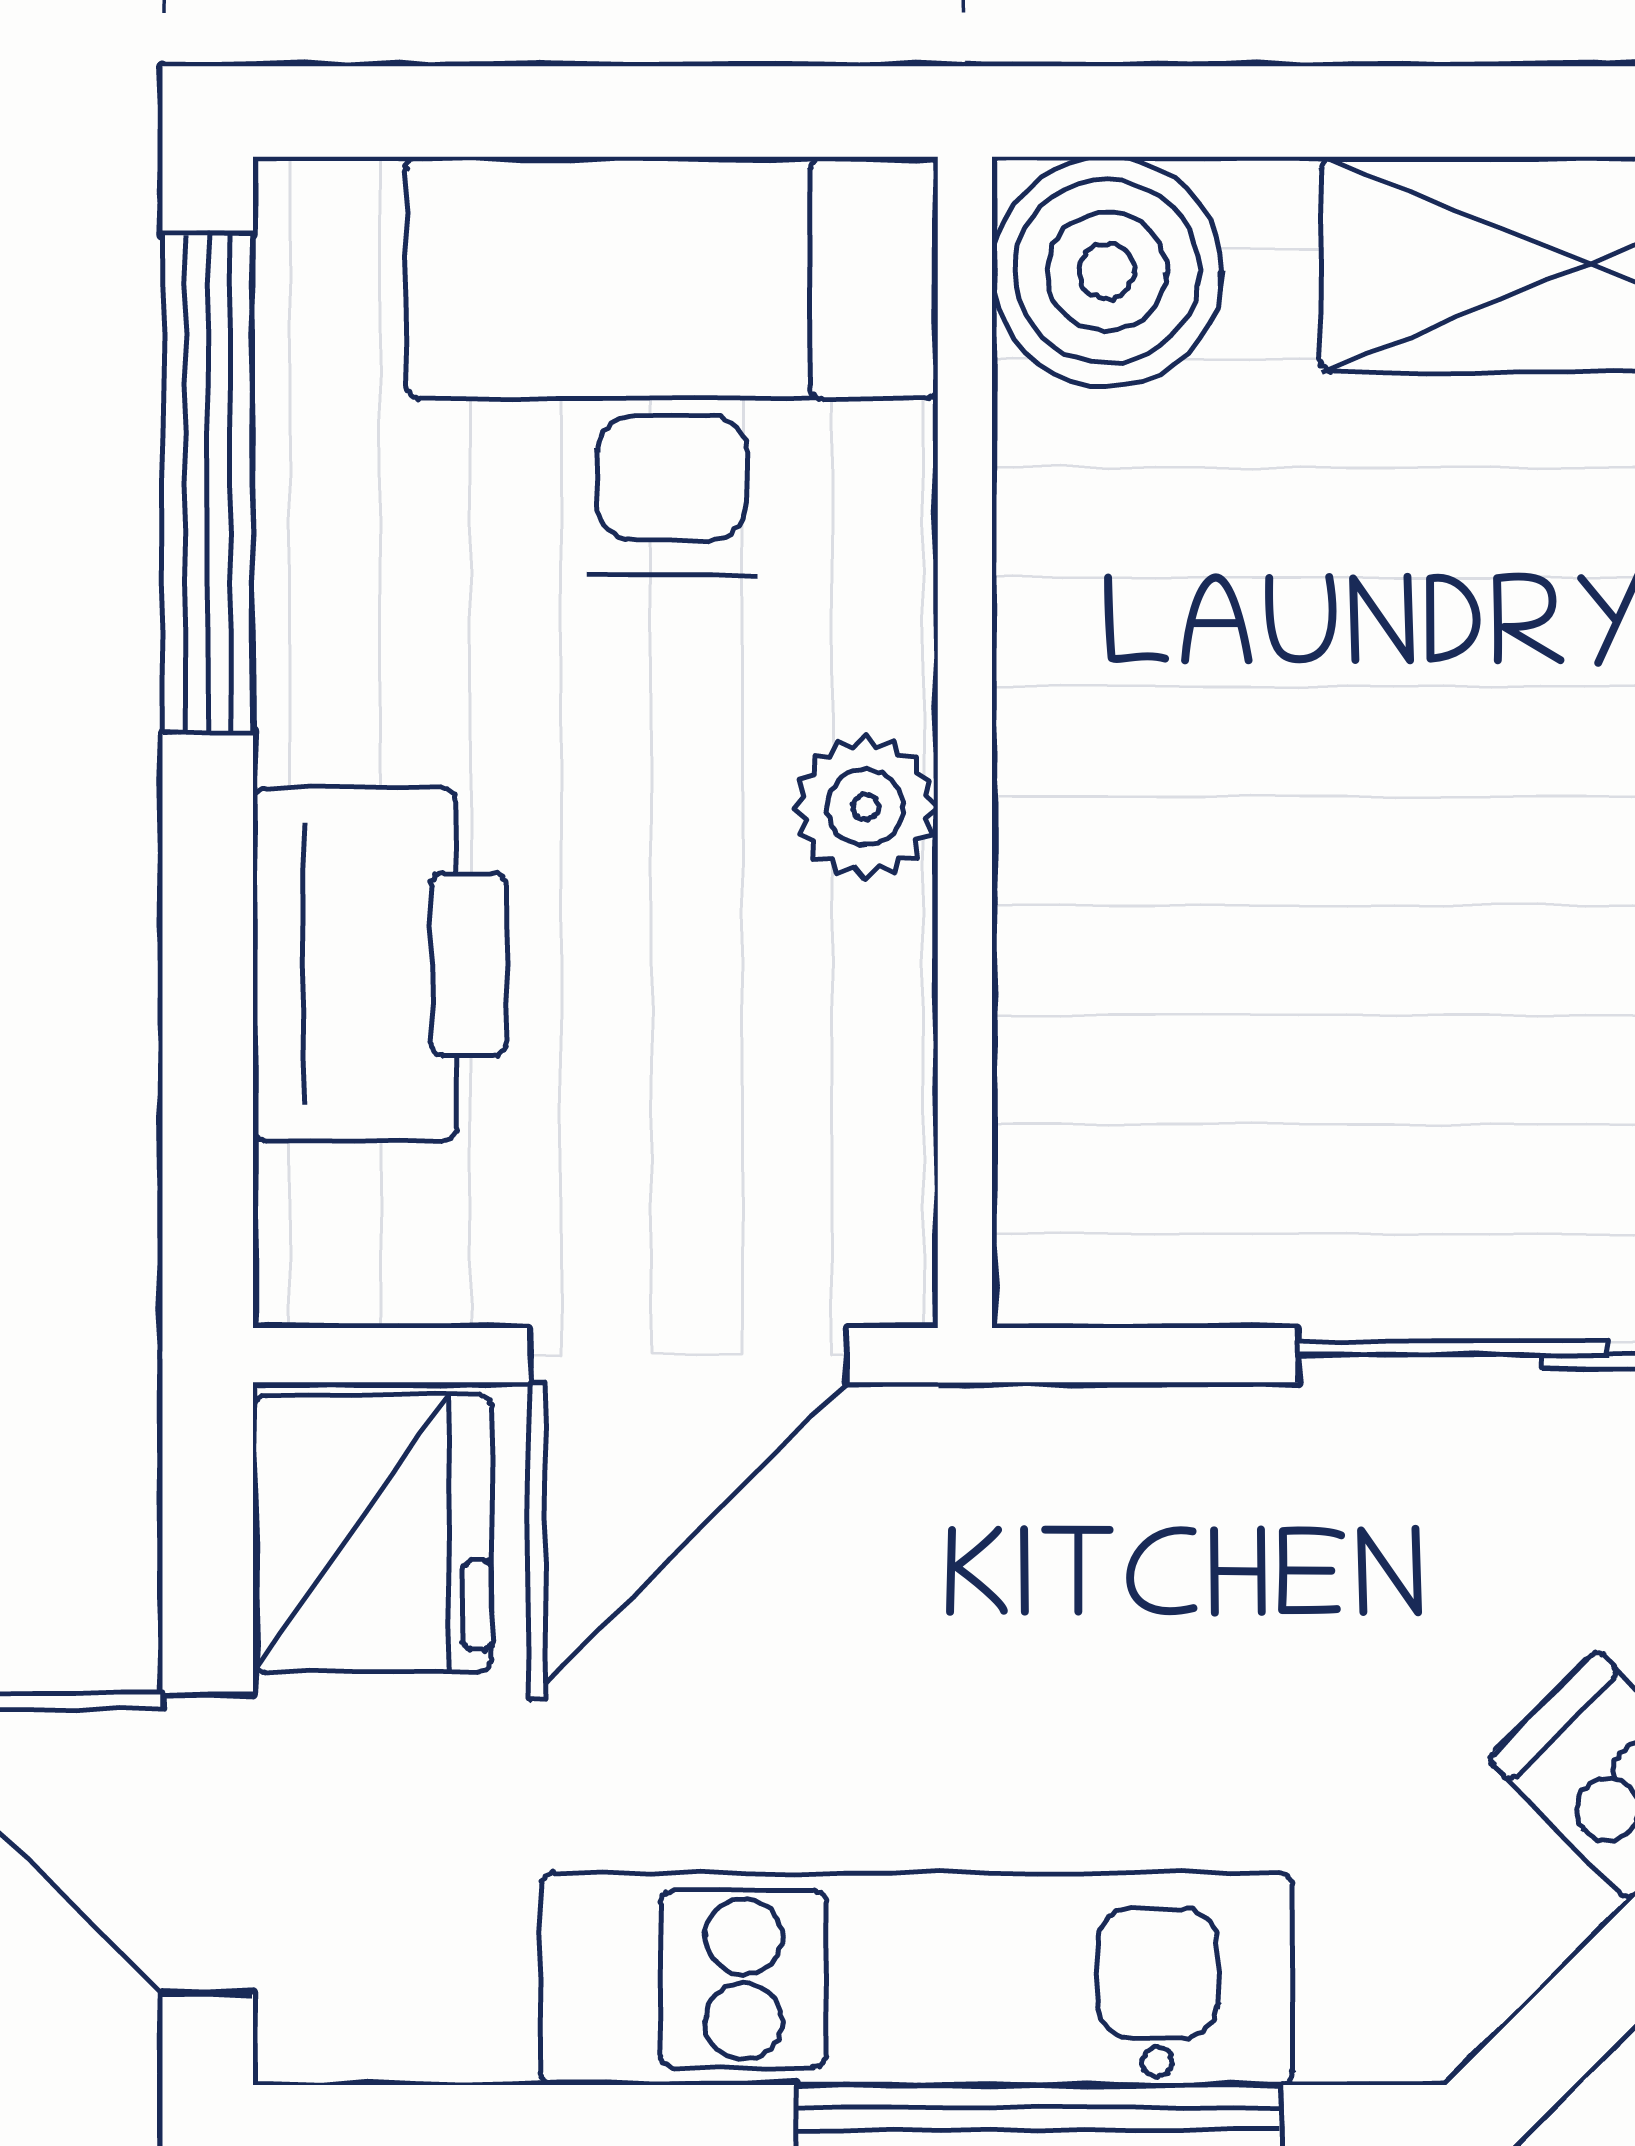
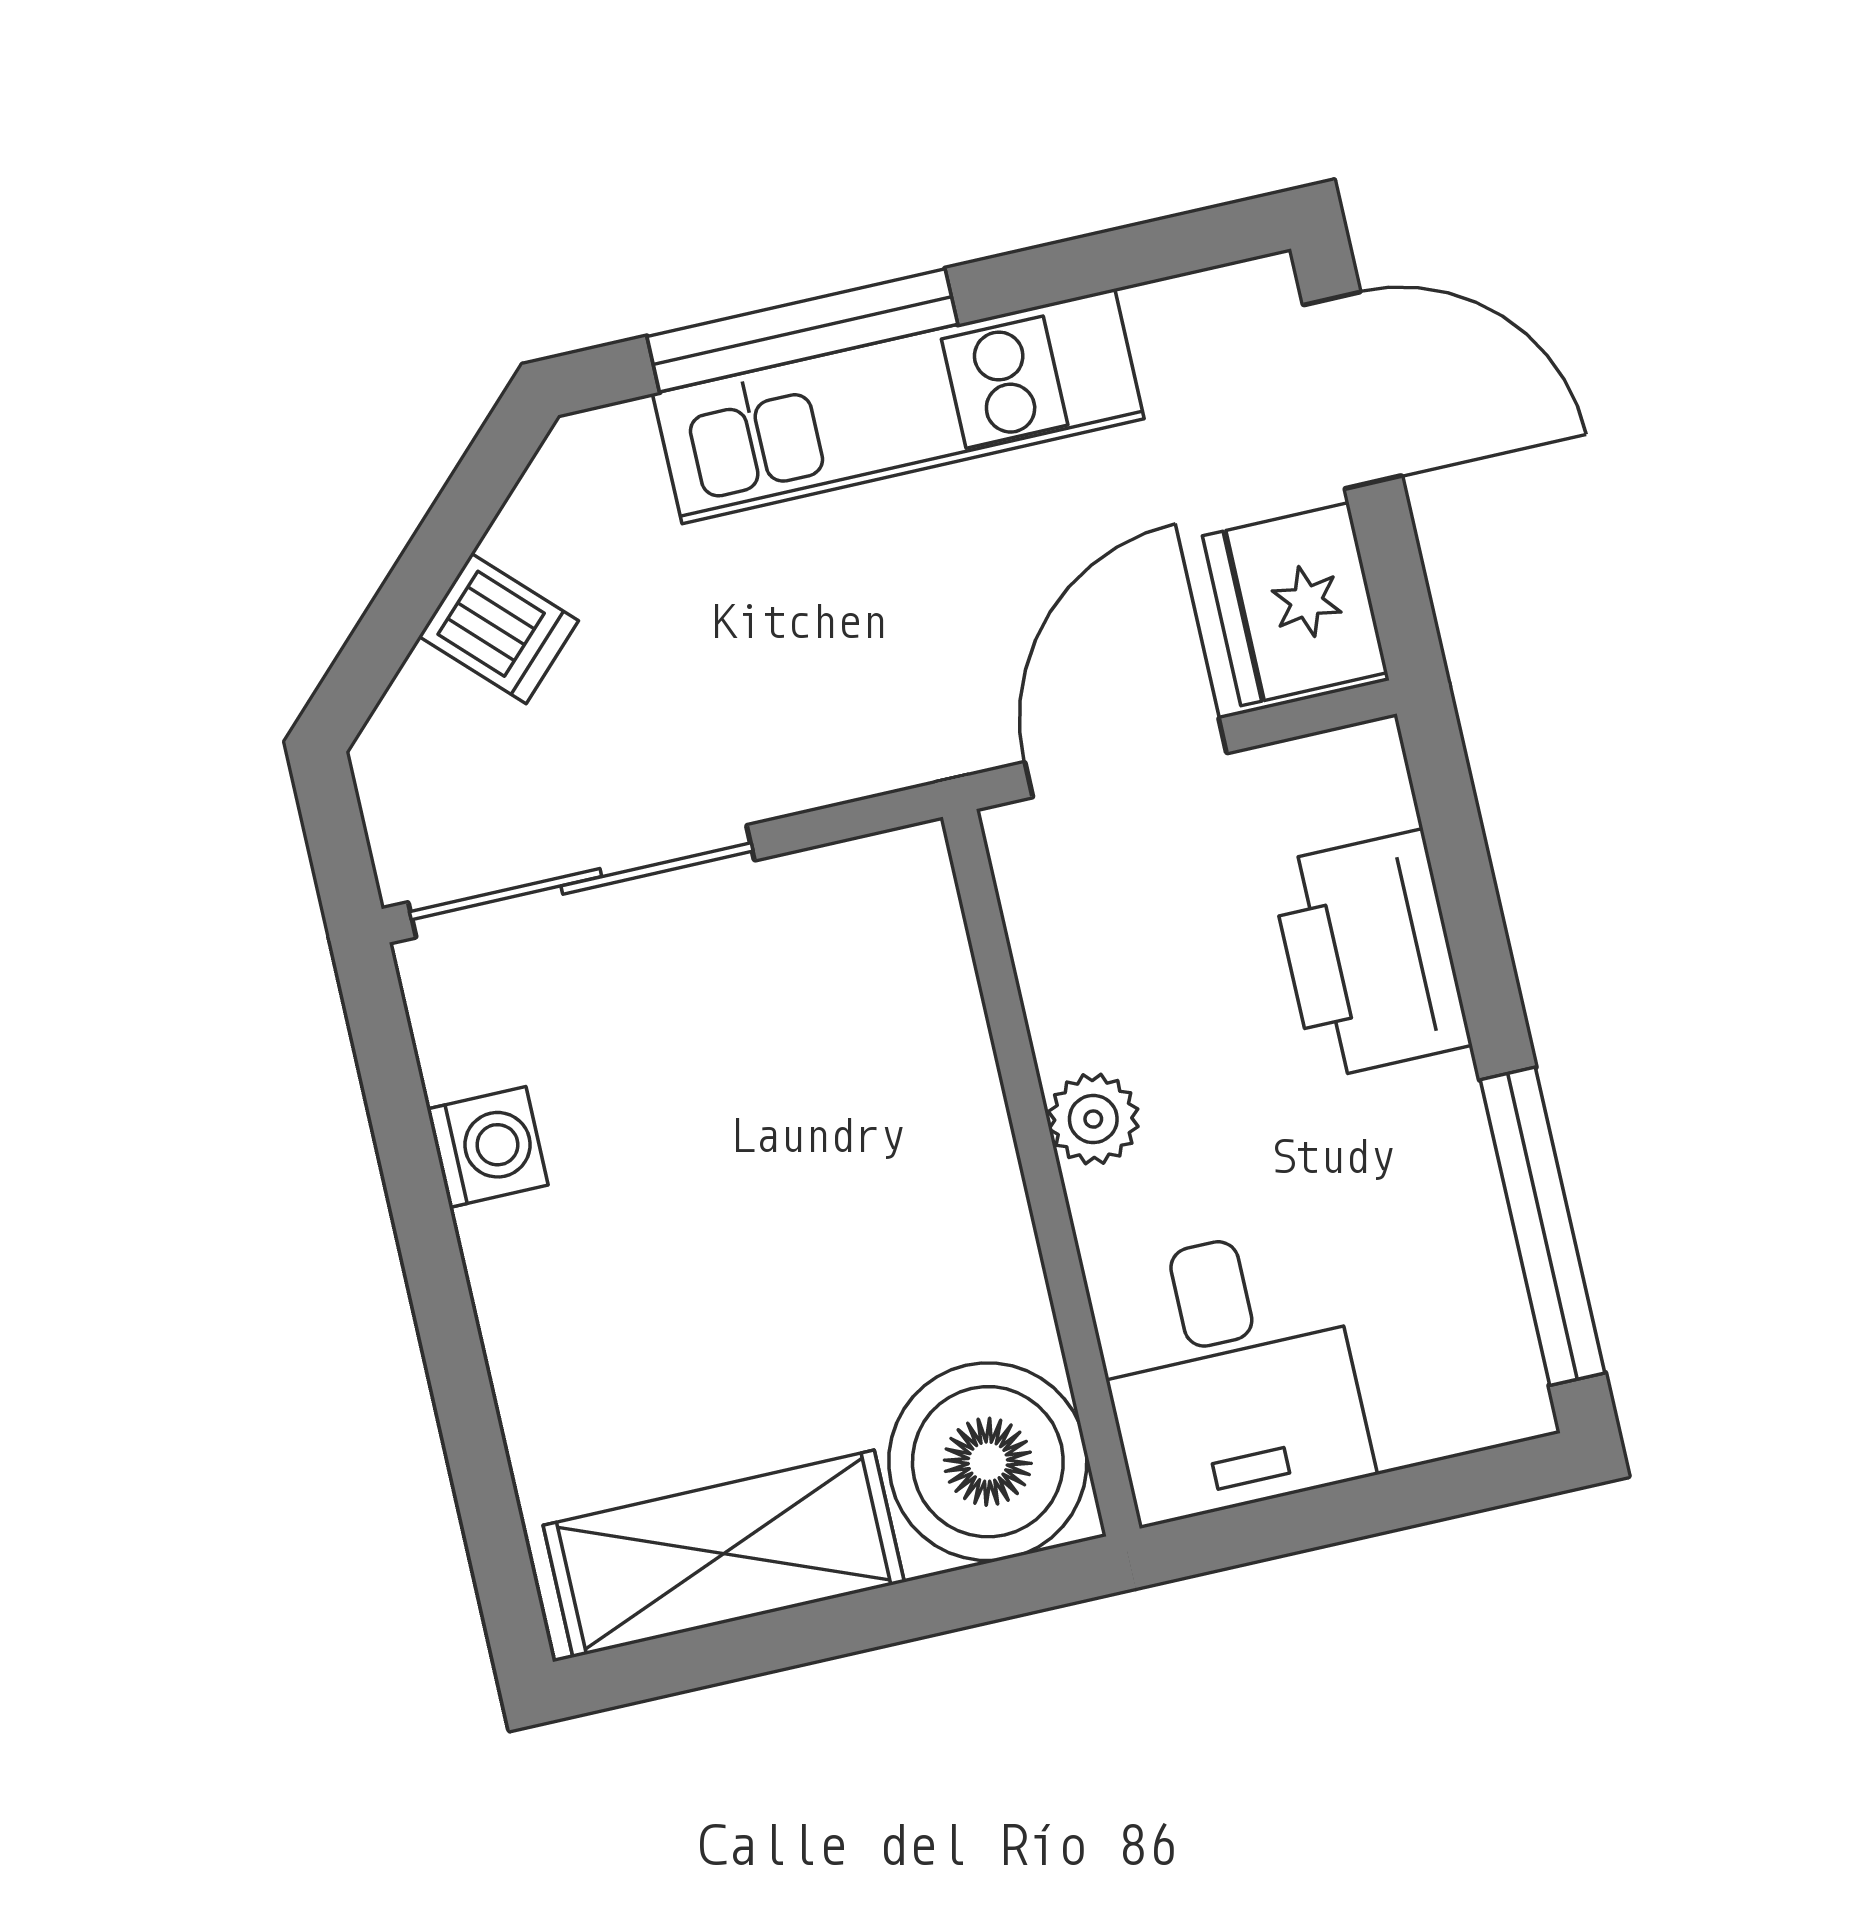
boiler: (1107, 272) -> (988, 1462), width x1.37, depth x1.37
desk: (672, 365) -> (1229, 1373), width x0.73

